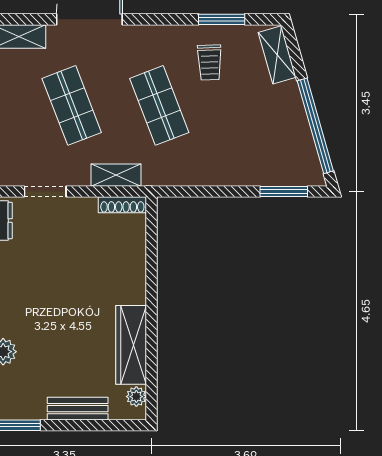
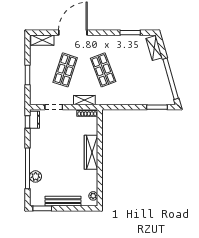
trolley: (210, 62) -> (125, 51), removed
shop shelf: (72, 105) -> (65, 70), turned 39
wardrobe: (131, 345) -> (91, 152), moved
bench: (78, 409) -> (63, 201), width x1.36

